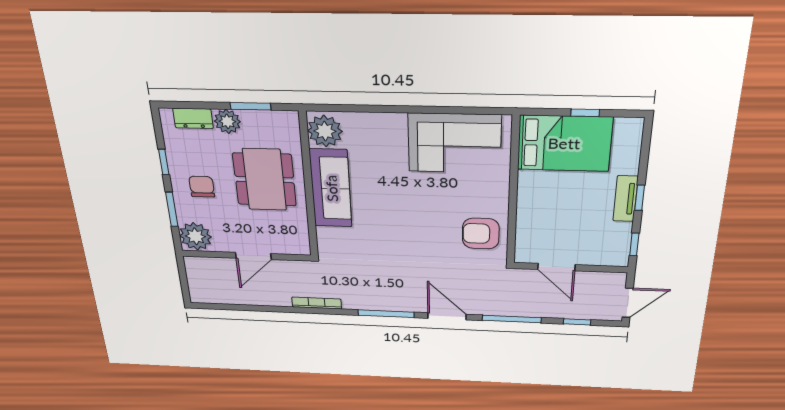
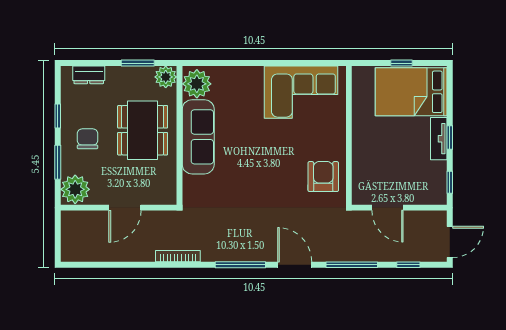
plant: (227, 121) -> (166, 77), moved
bed: (564, 143) -> (411, 92), moved, turned 180
armchair: (481, 234) -> (323, 177), turned 90

